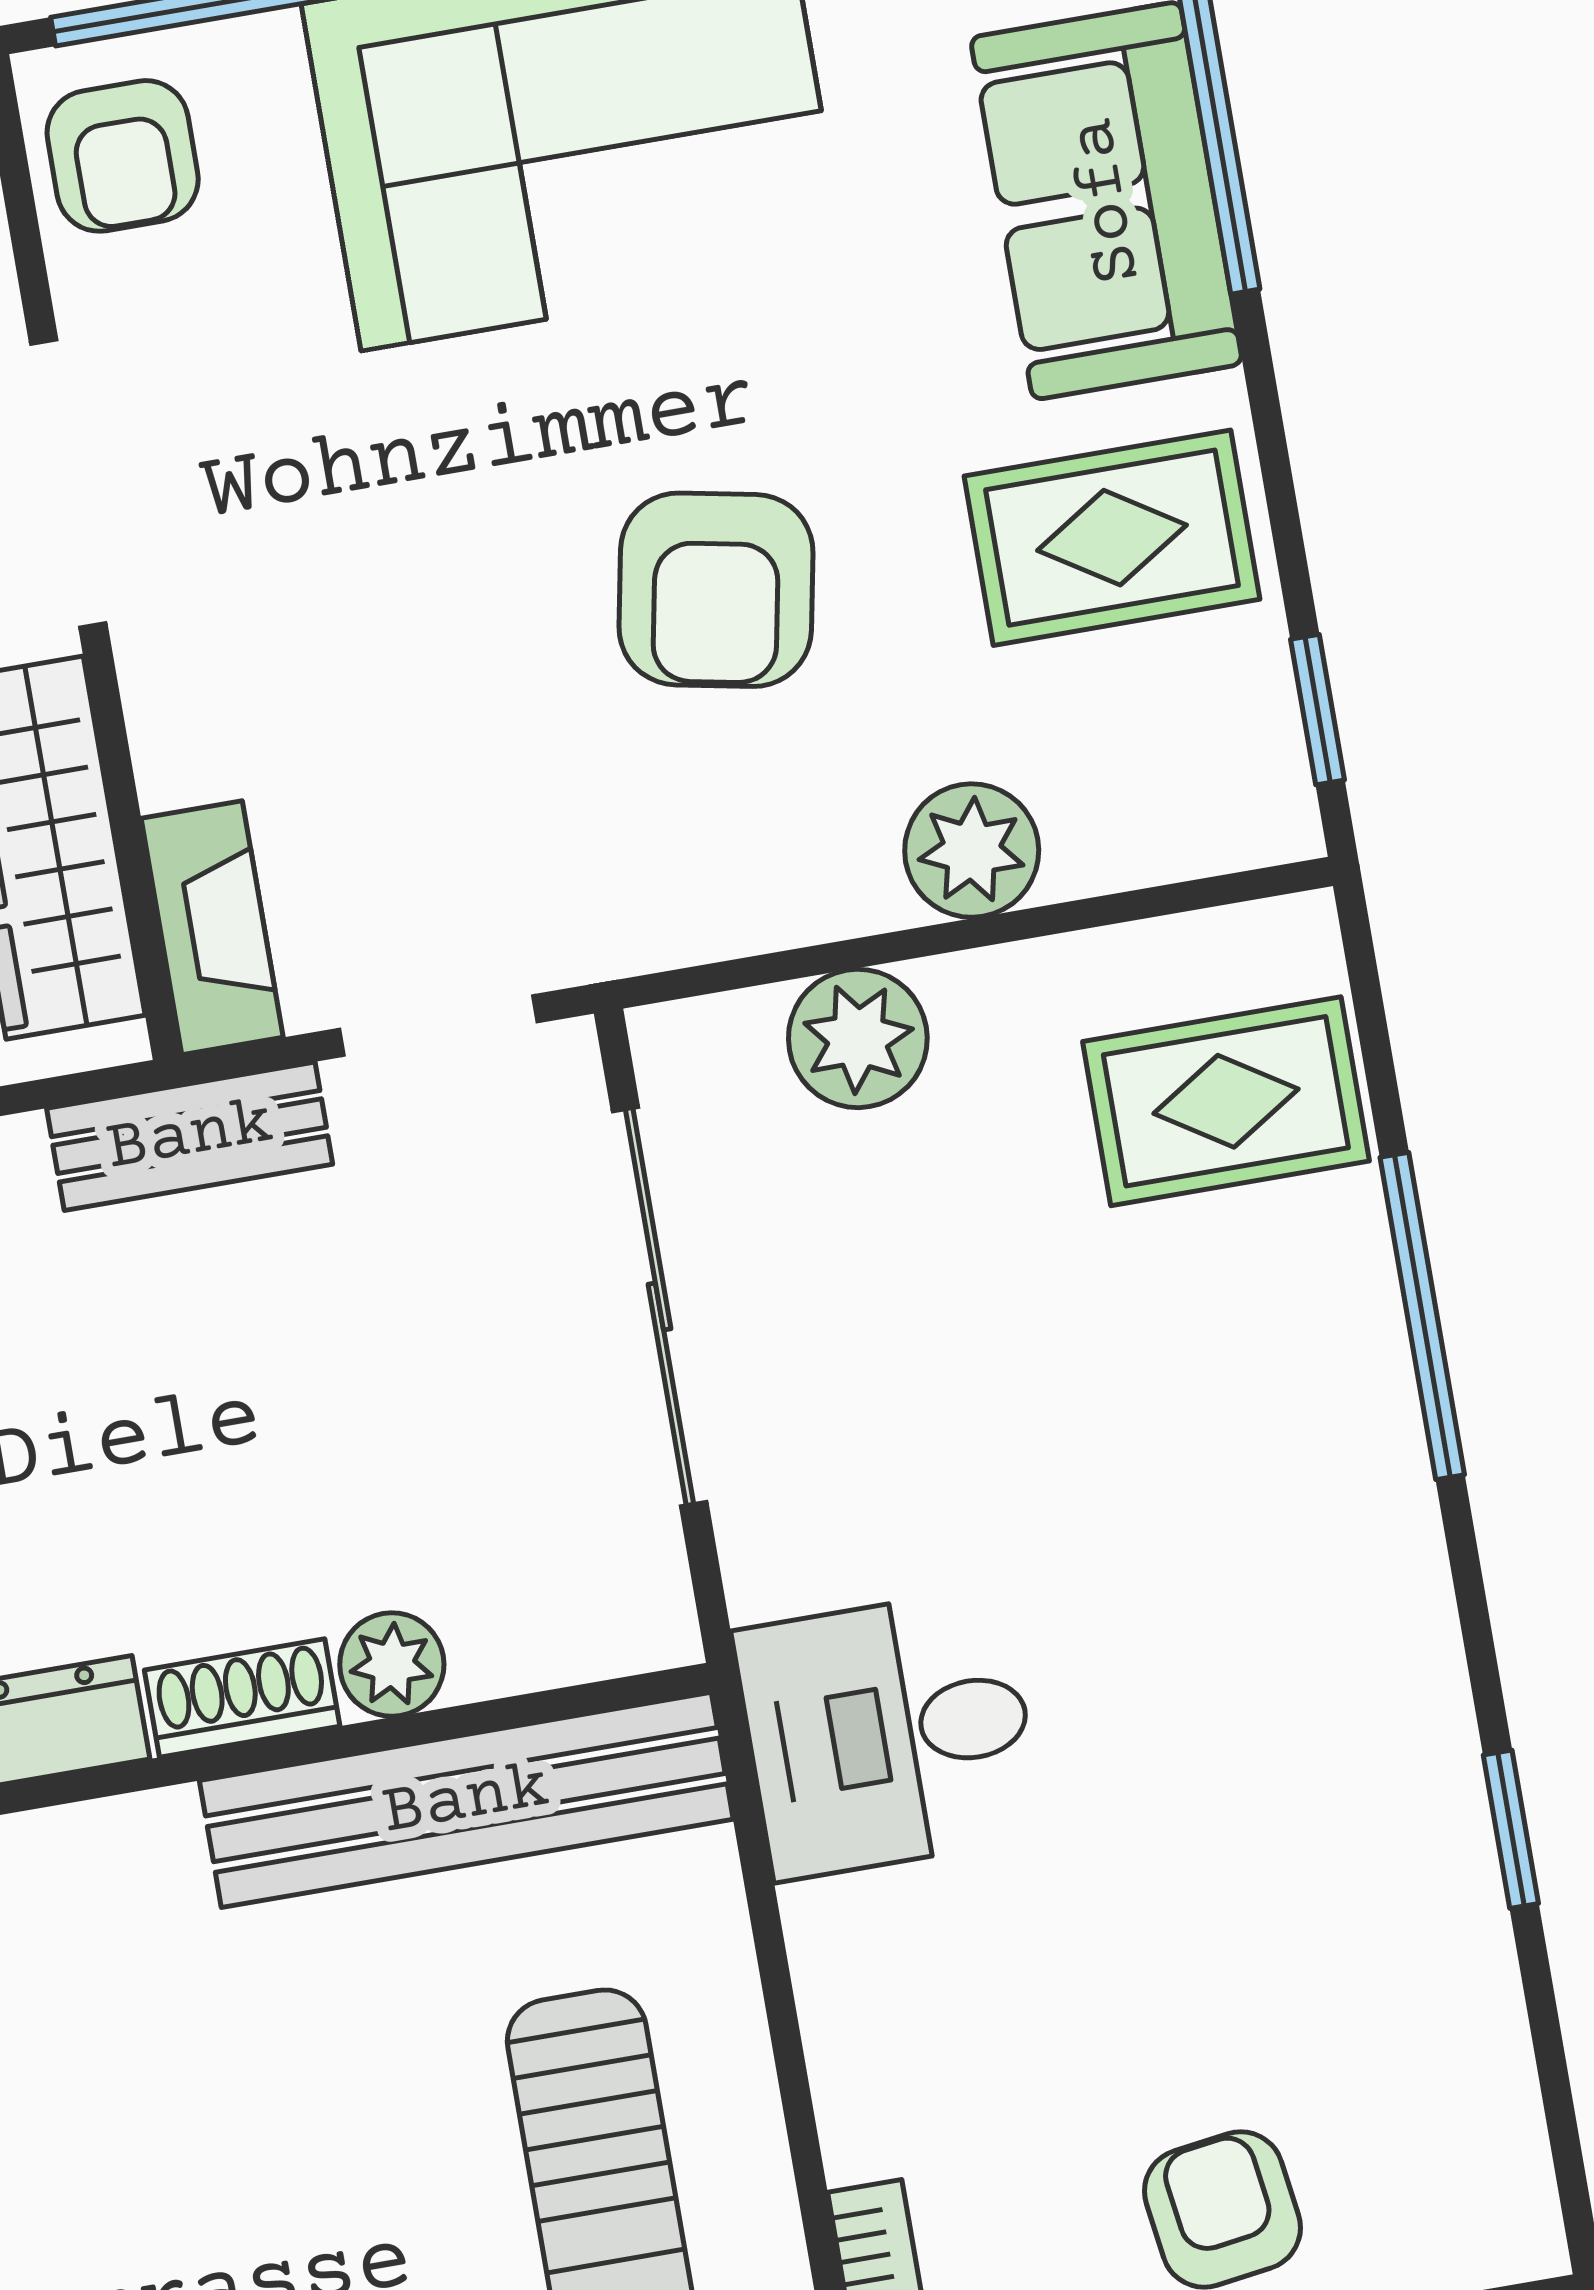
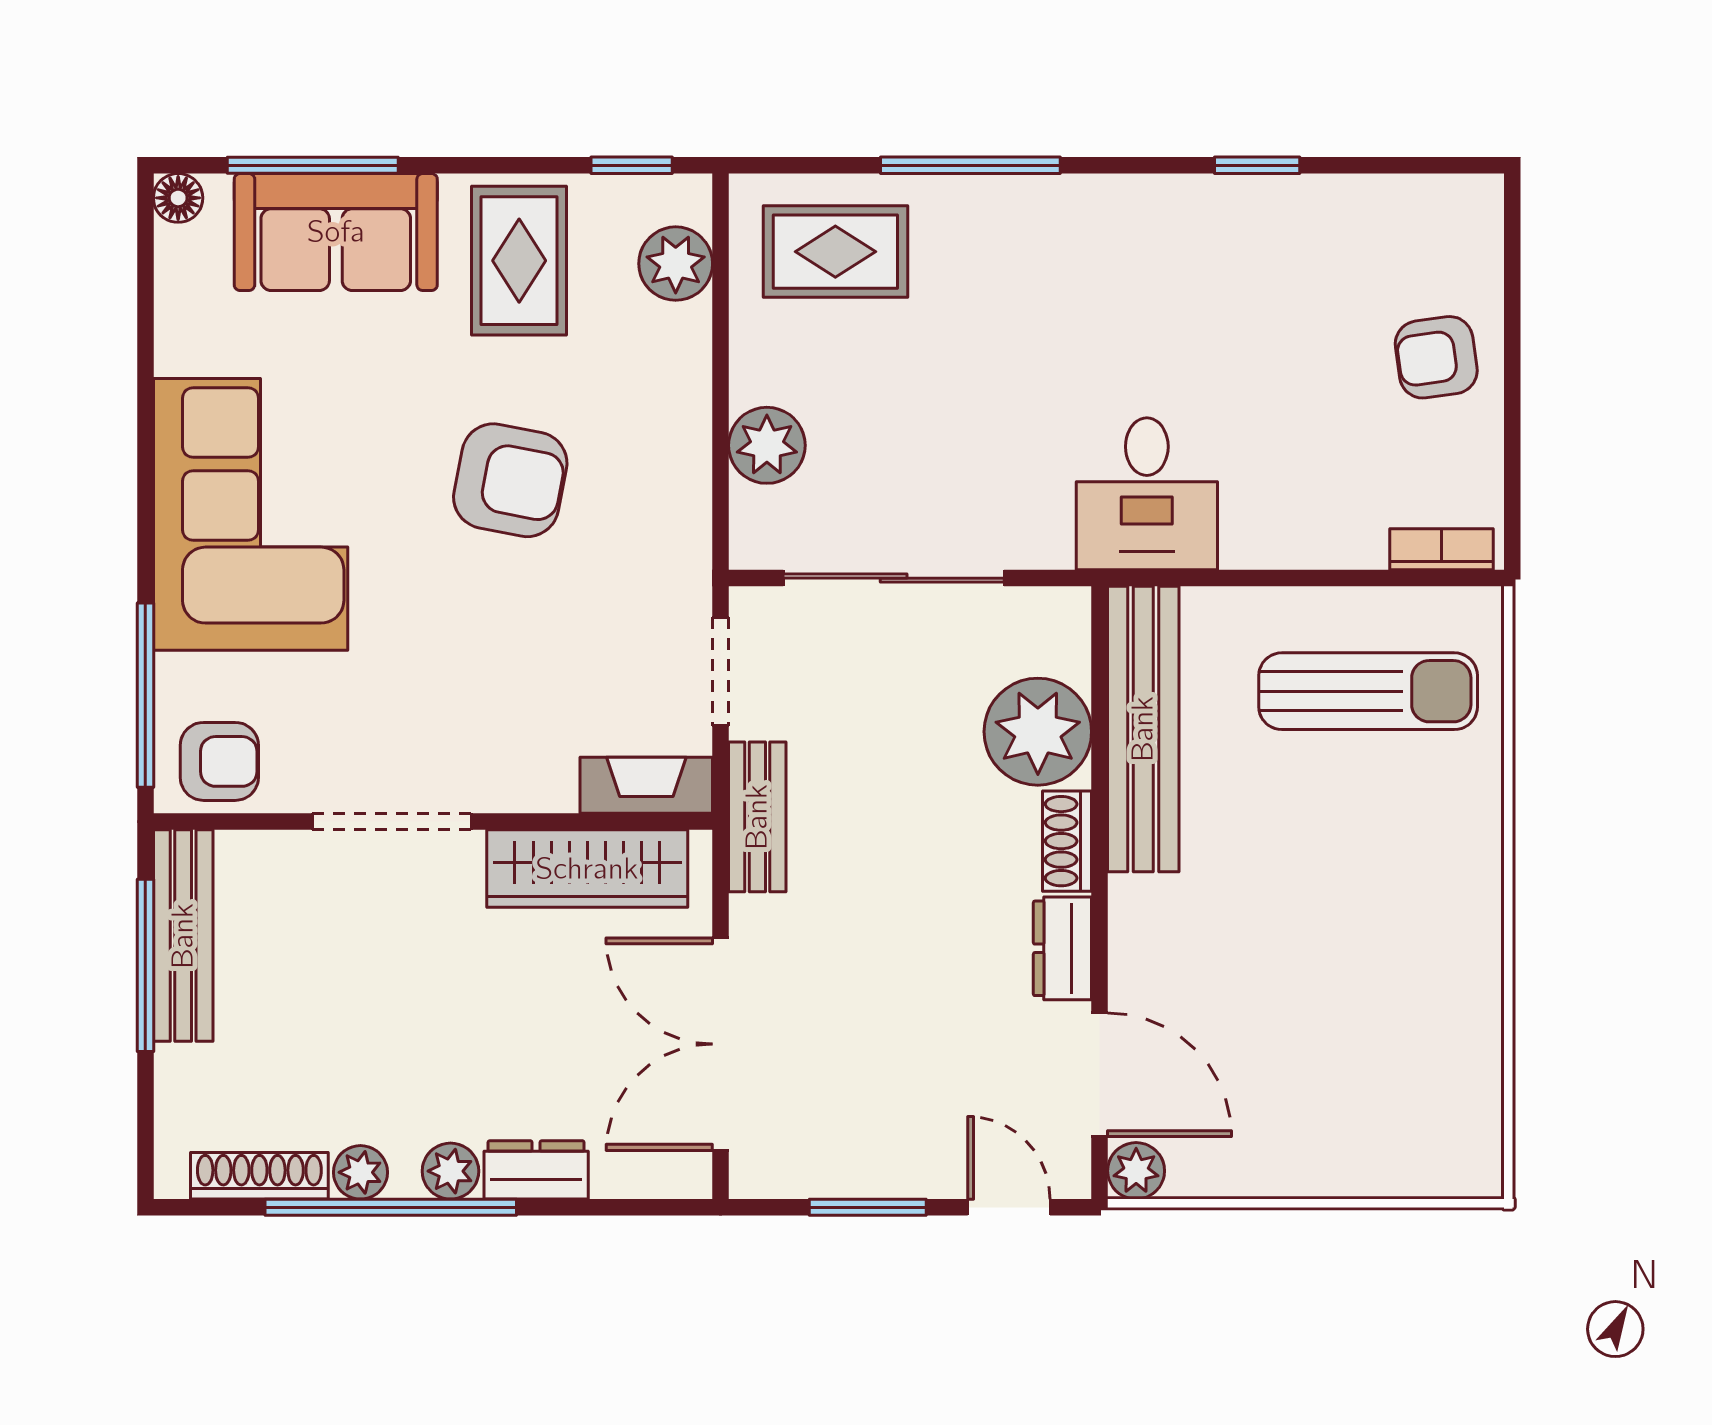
plant: (972, 851) -> (676, 264), moved
rug: (1226, 1101) -> (835, 252), turned 90
plant: (392, 1665) -> (1038, 732), width x1.88, depth x1.88

